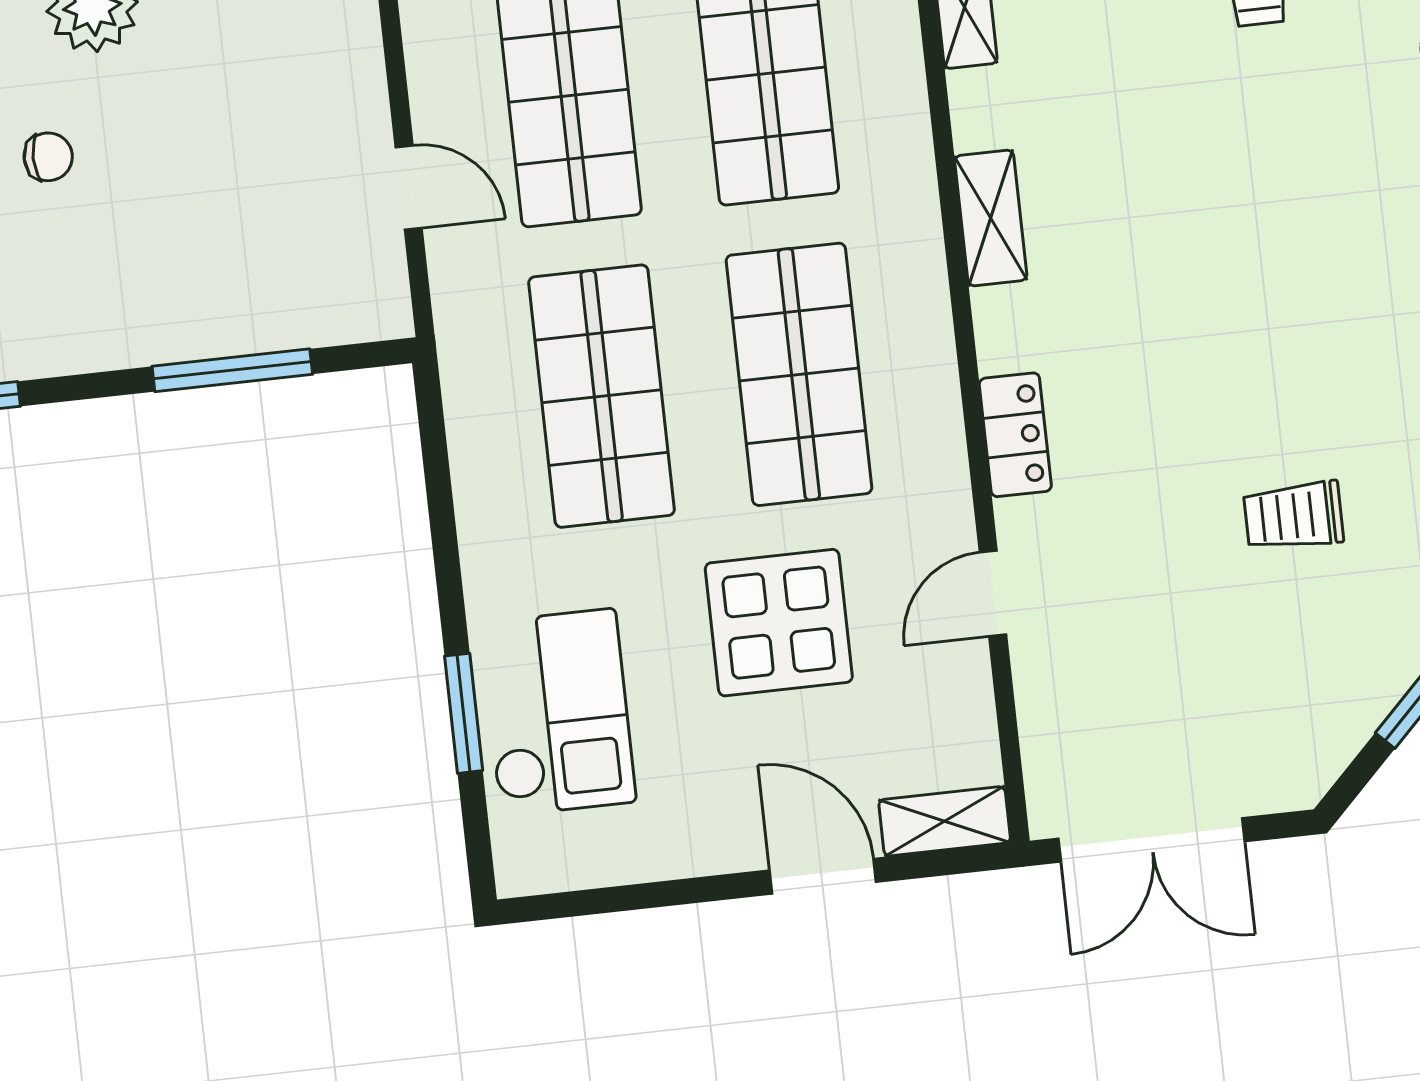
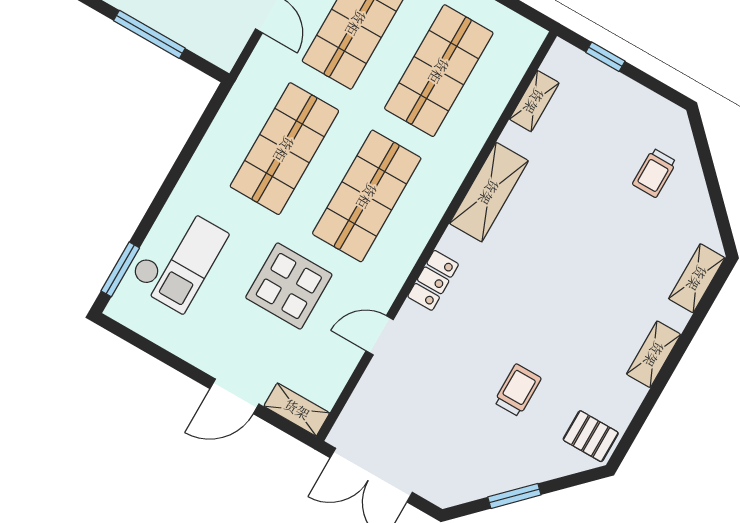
shelving: (991, 218) -> (489, 192), width x1.50, depth x1.33
trolley: (1294, 516) -> (518, 390), turned 90
window: (464, 713) -> (120, 269), moved
door: (823, 876) -> (234, 396), swing flipped

